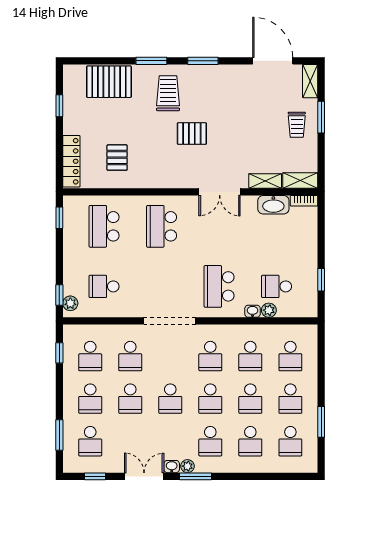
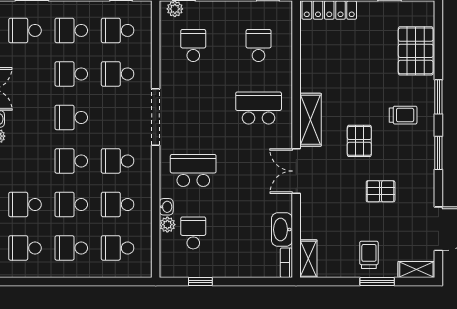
trolley: (168, 93) -> (403, 115), width x0.73, depth x0.72
trolley: (297, 125) -> (369, 255), turned 90
pallet: (117, 158) -> (381, 191), moved
shelving: (265, 181) -> (310, 120), moved, width x1.50, depth x1.33
school desk: (104, 226) -> (259, 45), width x0.54
window: (321, 422) -> (46, 281), removed
school desk: (210, 441) -> (25, 161), removed

